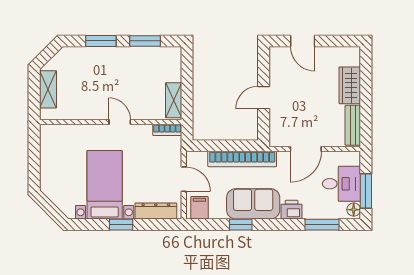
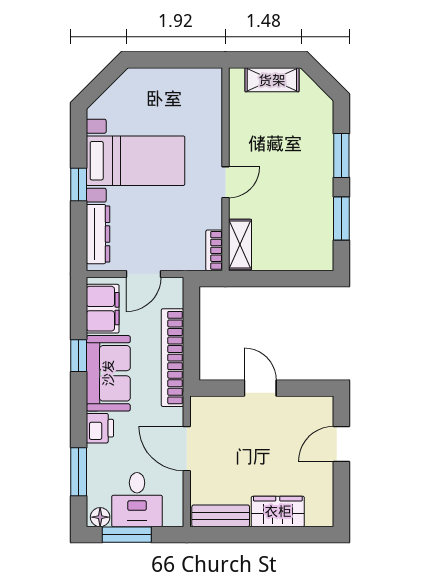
shelving: (174, 100) -> (240, 244), moved, turned 90
filing cabinet: (199, 208) -> (103, 309), width x2.00

